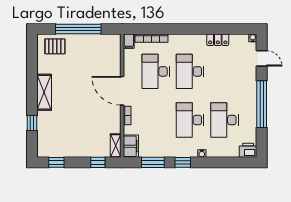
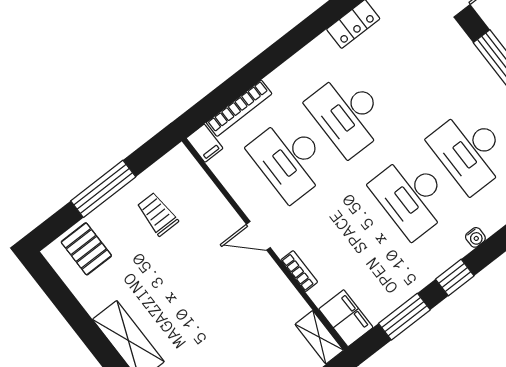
window: (78, 29) -> (103, 189), width x0.68
pallet: (55, 46) -> (86, 249), turned 90
trolley: (91, 54) -> (157, 214), added
door: (122, 91) -> (258, 236), width x0.53

